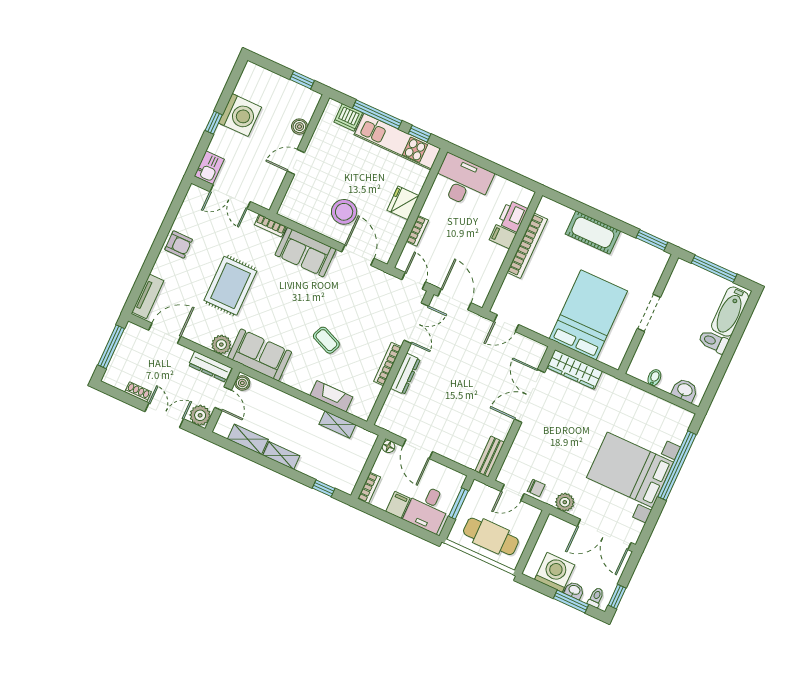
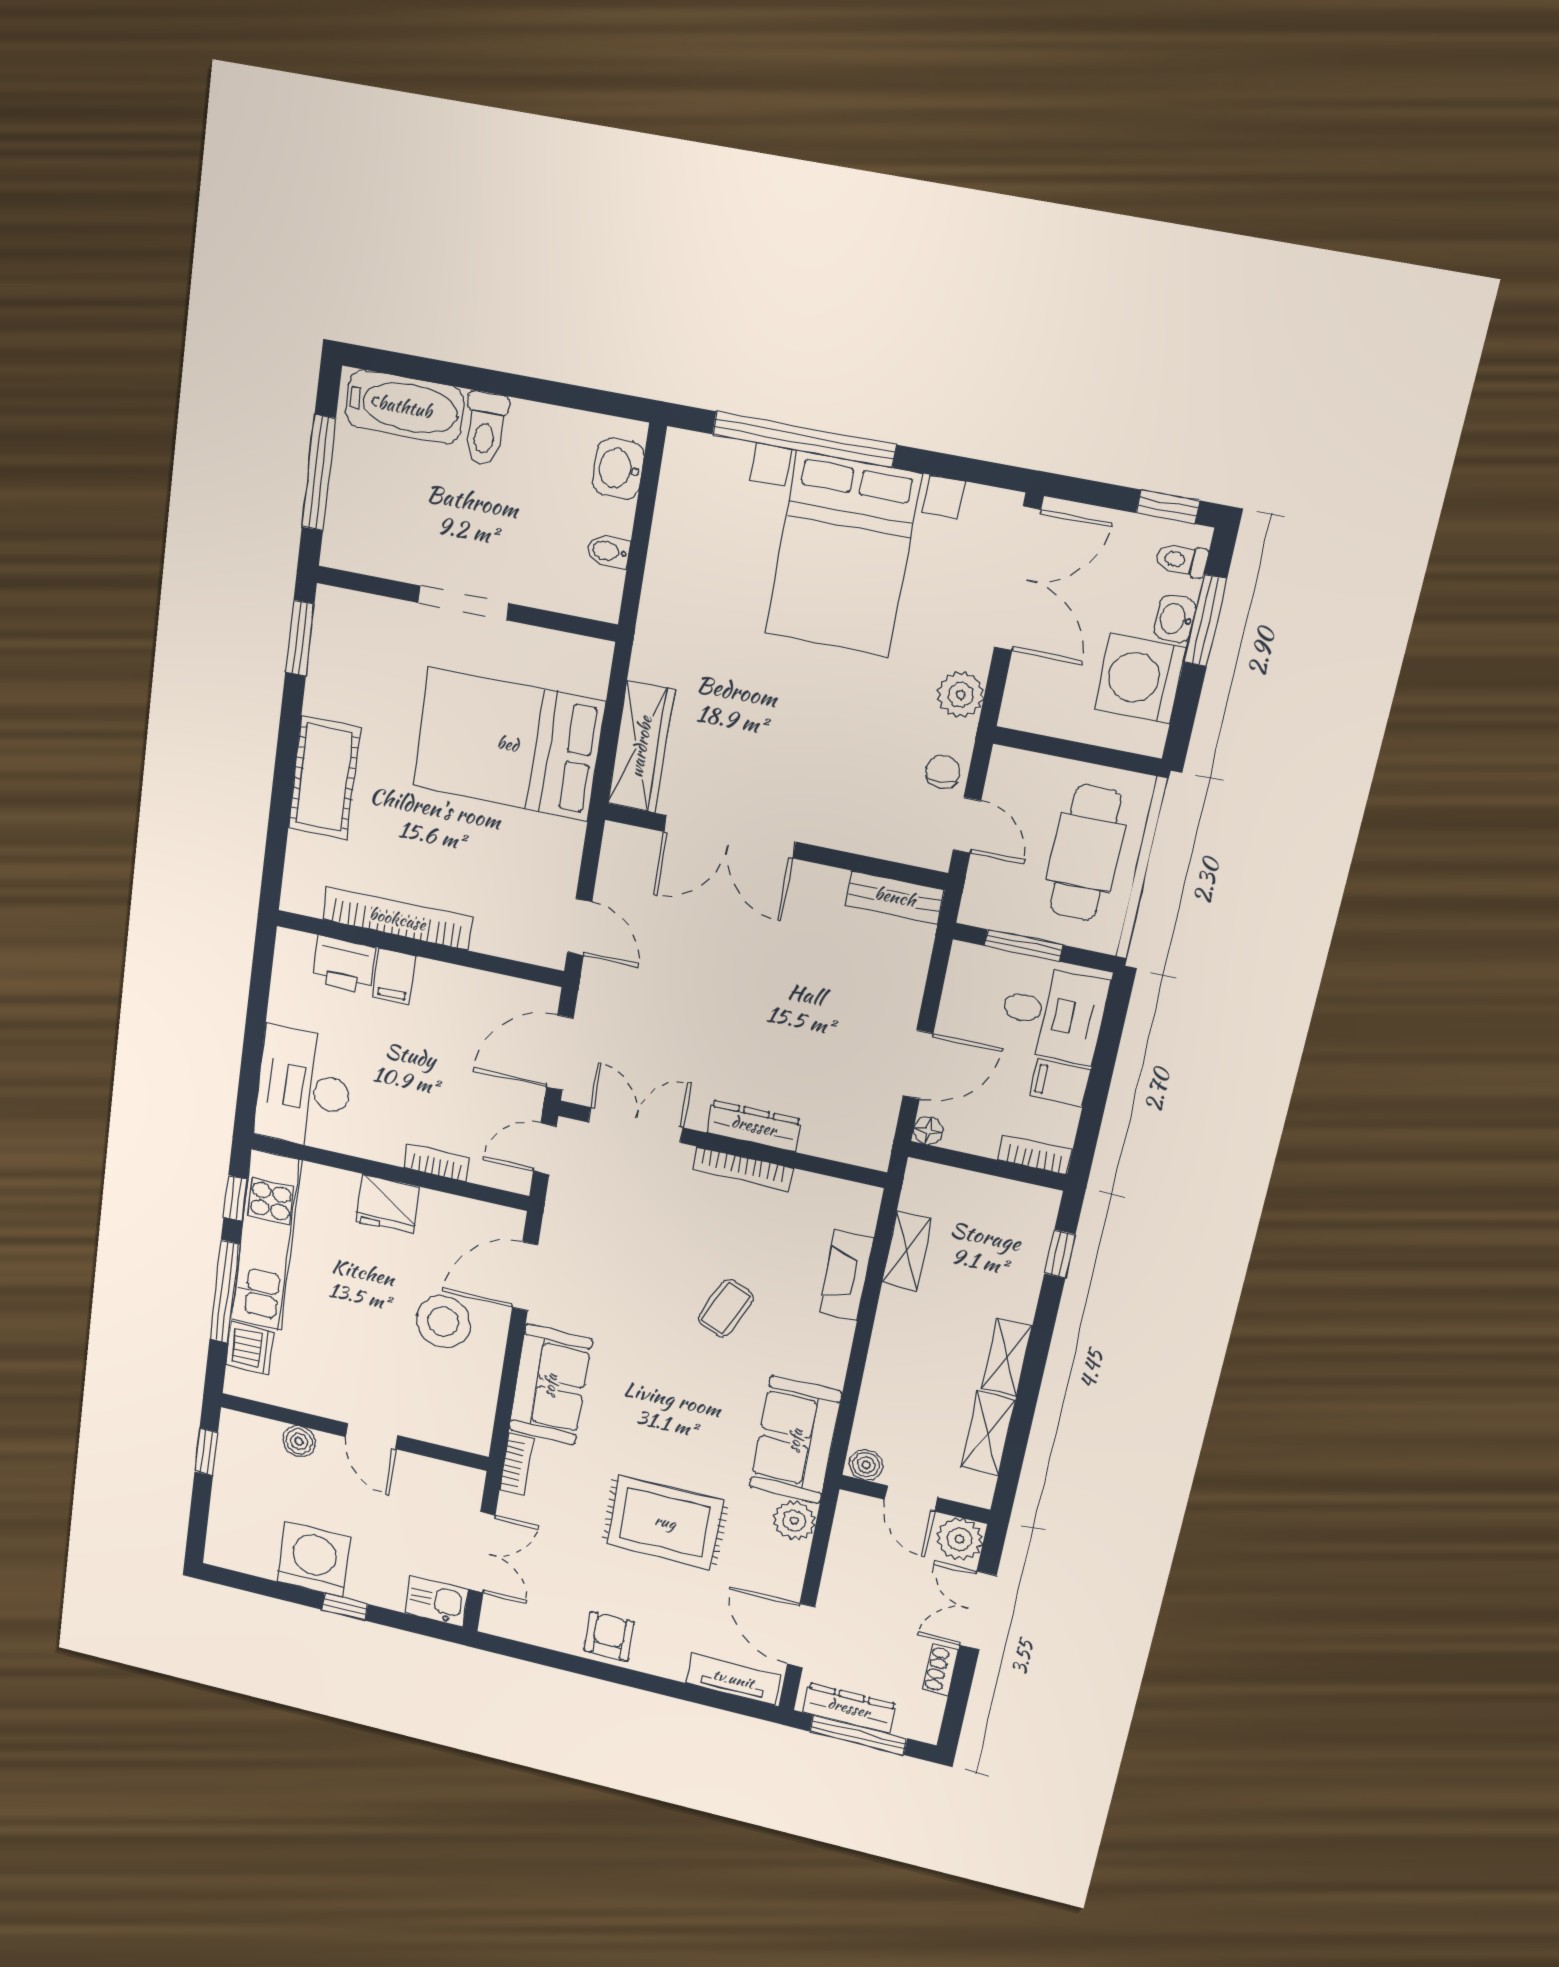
dresser: (210, 367) -> (849, 1708), moved, turned -90
door: (223, 399) -> (911, 1499), swing flipped

